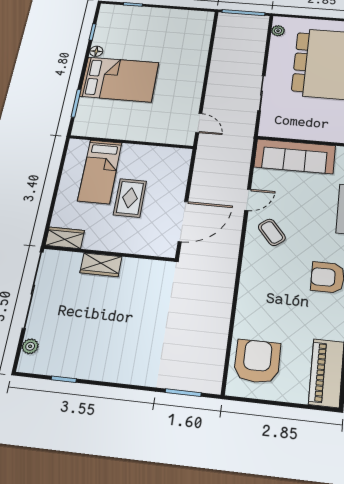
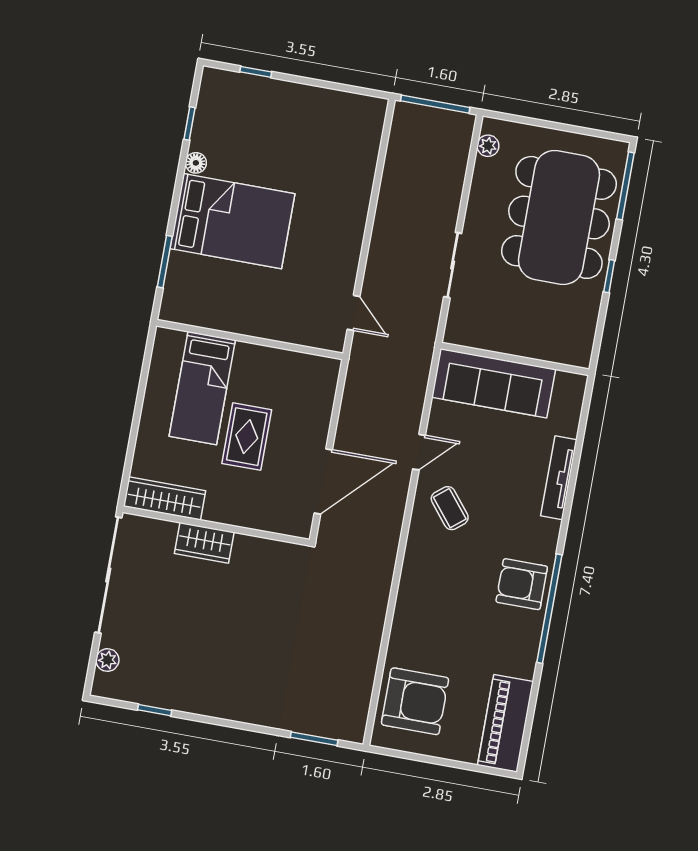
wardrobe: (65, 238) -> (165, 498), width x1.50
armchair: (257, 361) -> (415, 701), turned 90

